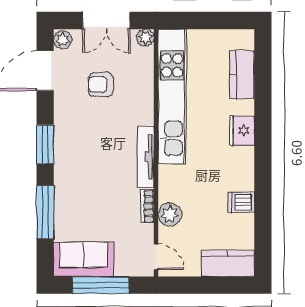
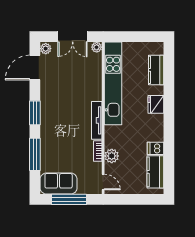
armchair: (101, 84) -> (69, 76), removed
kitchen counter: (228, 263) -> (155, 172), moved, turned -90

